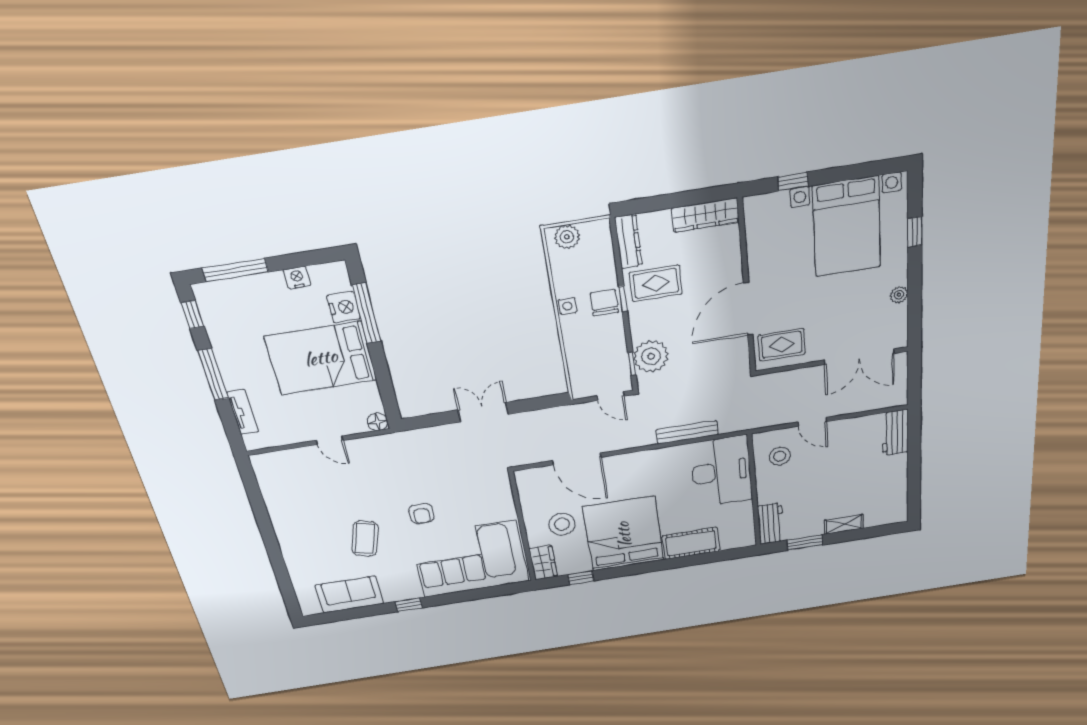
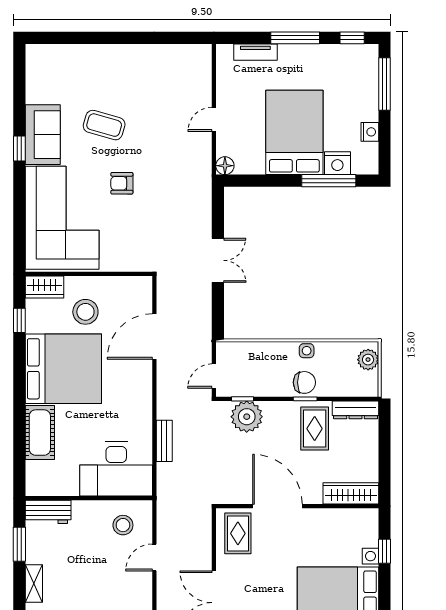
wardrobe: (705, 215) -> (351, 493), moved, turned 90
bench: (687, 432) -> (164, 441), width x0.73
sofa: (349, 595) -> (43, 135), moved

